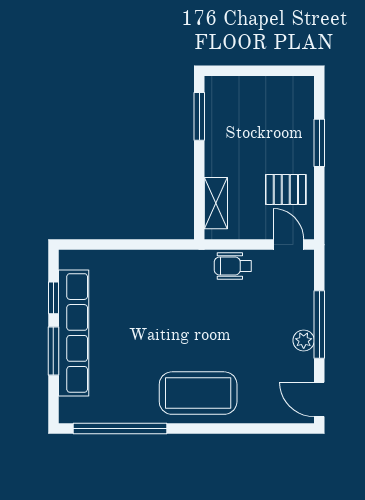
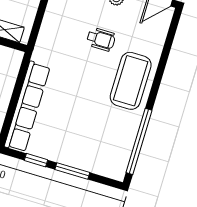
wheelchair: (233, 266) -> (101, 39), moved, turned -90
row of seats: (74, 333) -> (27, 107), moved, turned 90

